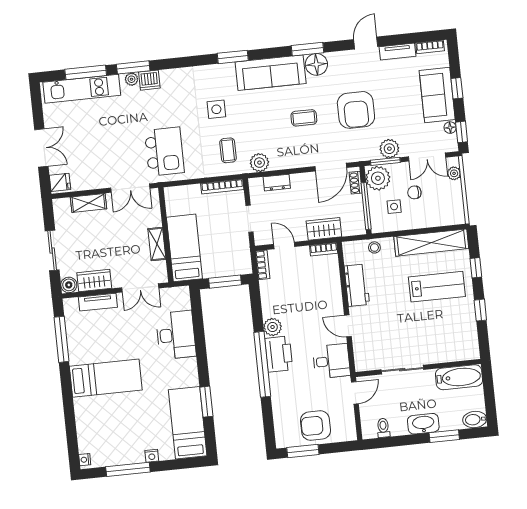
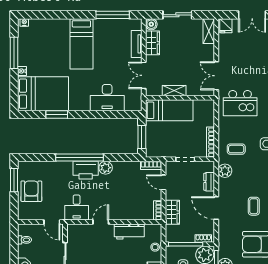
door: (331, 167) -> (216, 208), moved
shelving: (89, 203) -> (209, 31), moved
door: (284, 245) -> (163, 182), swing flipped
bed: (188, 423) -> (43, 94), width x1.50

